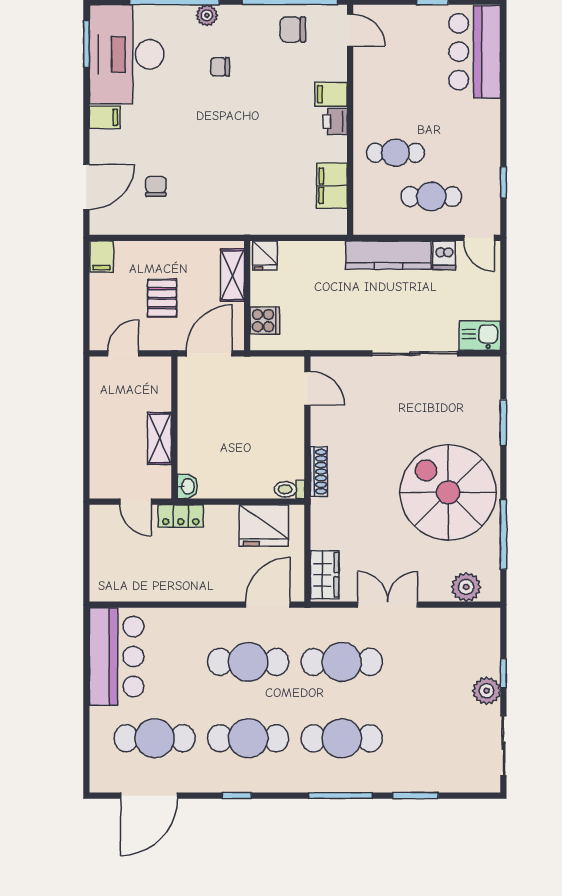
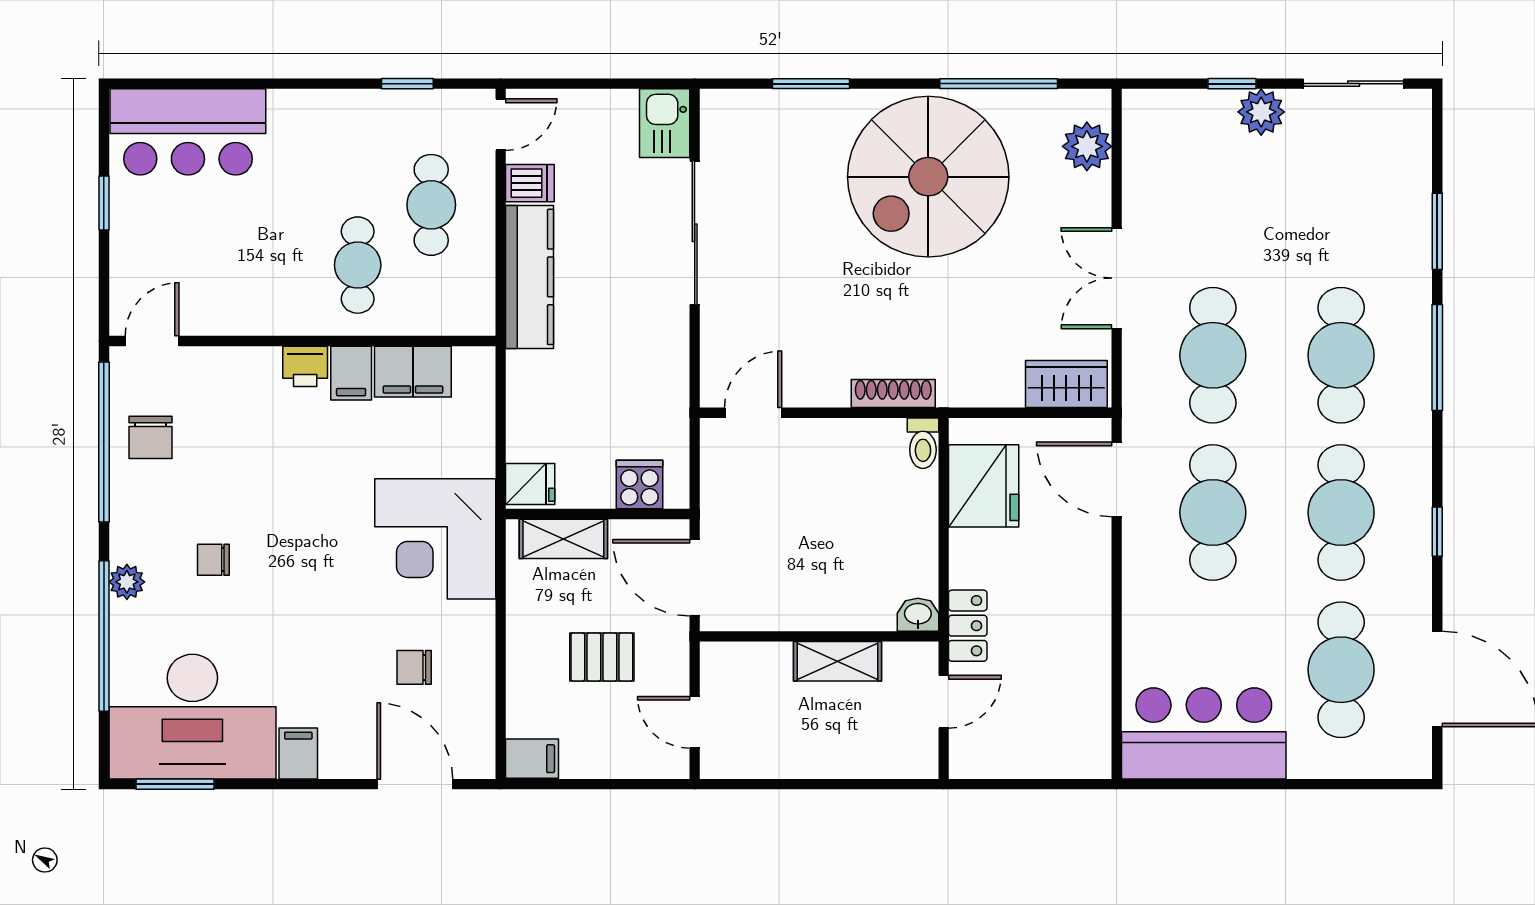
chair: (220, 67) -> (213, 560), turned 90
filing cabinet: (331, 94) -> (351, 373), moved
corner desk: (232, 199) -> (435, 539), added

